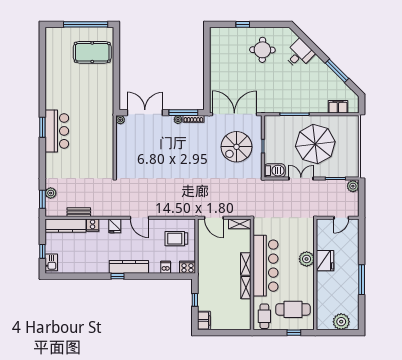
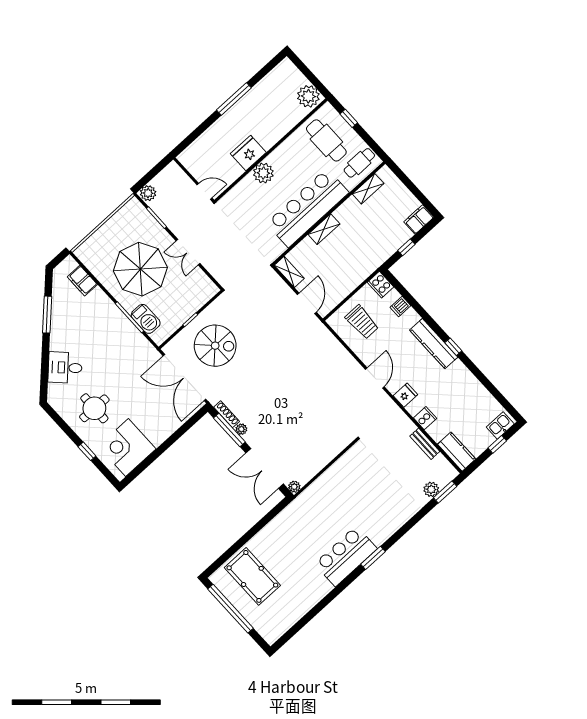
corner desk: (225, 48) -> (127, 448), added
bar counter: (57, 131) -> (346, 556), moved
barbecue: (275, 171) -> (146, 319), moved, turned 180
door: (341, 218) -> (204, 191), moved
kitchen counter: (65, 226) -> (457, 452), width x0.67
shelving: (246, 288) -> (368, 189), moved
plant: (341, 322) -> (308, 96), moved

